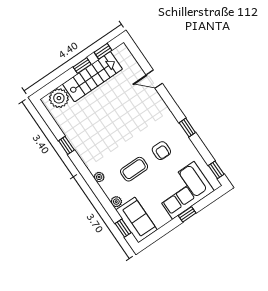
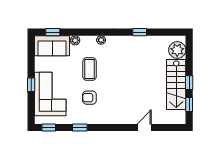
window: (187, 128) -> (80, 127), moved

